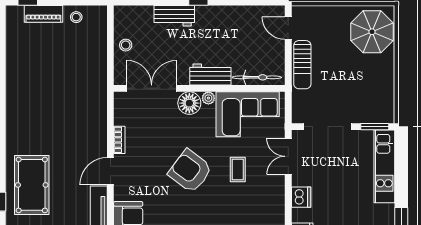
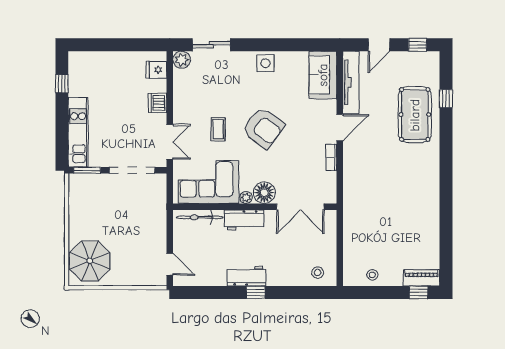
piano: (43, 14) -> (421, 278), moved
workbench: (174, 16) -> (246, 276), moved
stool: (126, 45) -> (318, 272), moved
sun lounger: (302, 65) -> (156, 229), removed

